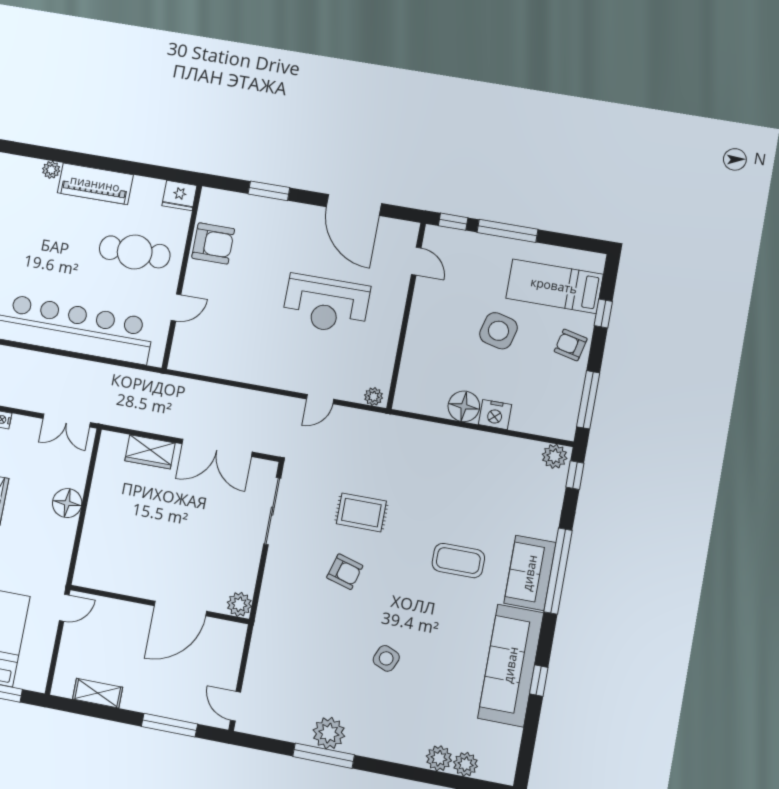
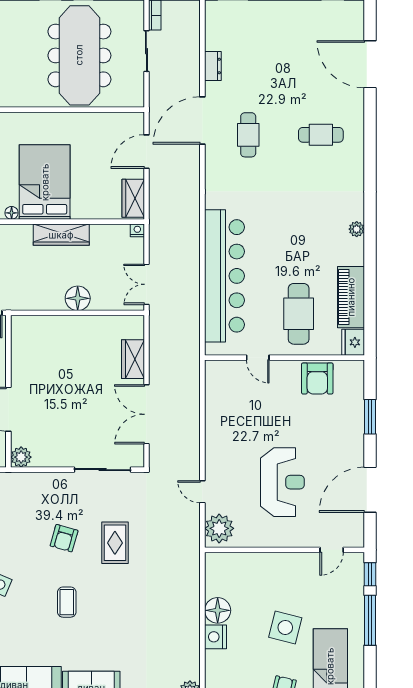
piano: (95, 184) -> (351, 297), moved
reception desk: (326, 304) -> (282, 482), turned 180
plant: (374, 397) -> (219, 528), width x1.87, depth x1.87
coffee table: (458, 561) -> (67, 602), moved, width x0.73, depth x0.77

